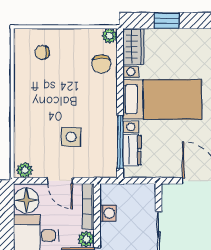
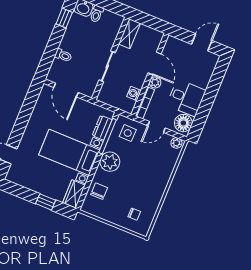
plant: (110, 36) -> (110, 162), moved, width x1.87, depth x1.87
side table: (71, 137) -> (128, 133), moved
door: (60, 181) -> (156, 127), swing flipped

